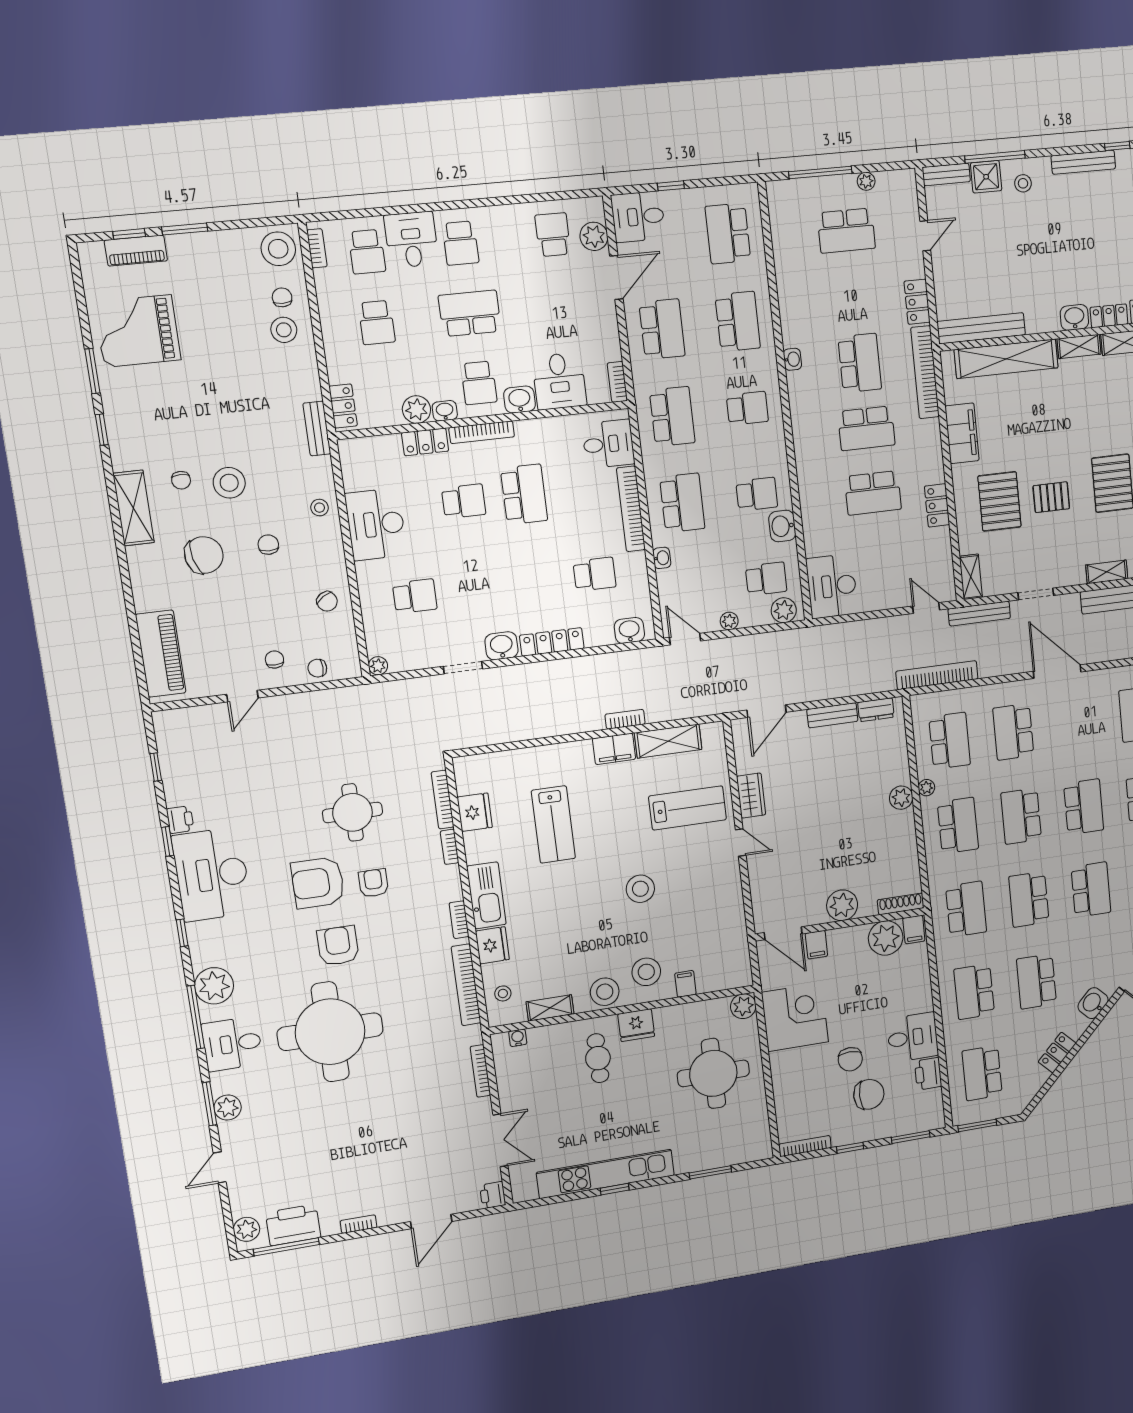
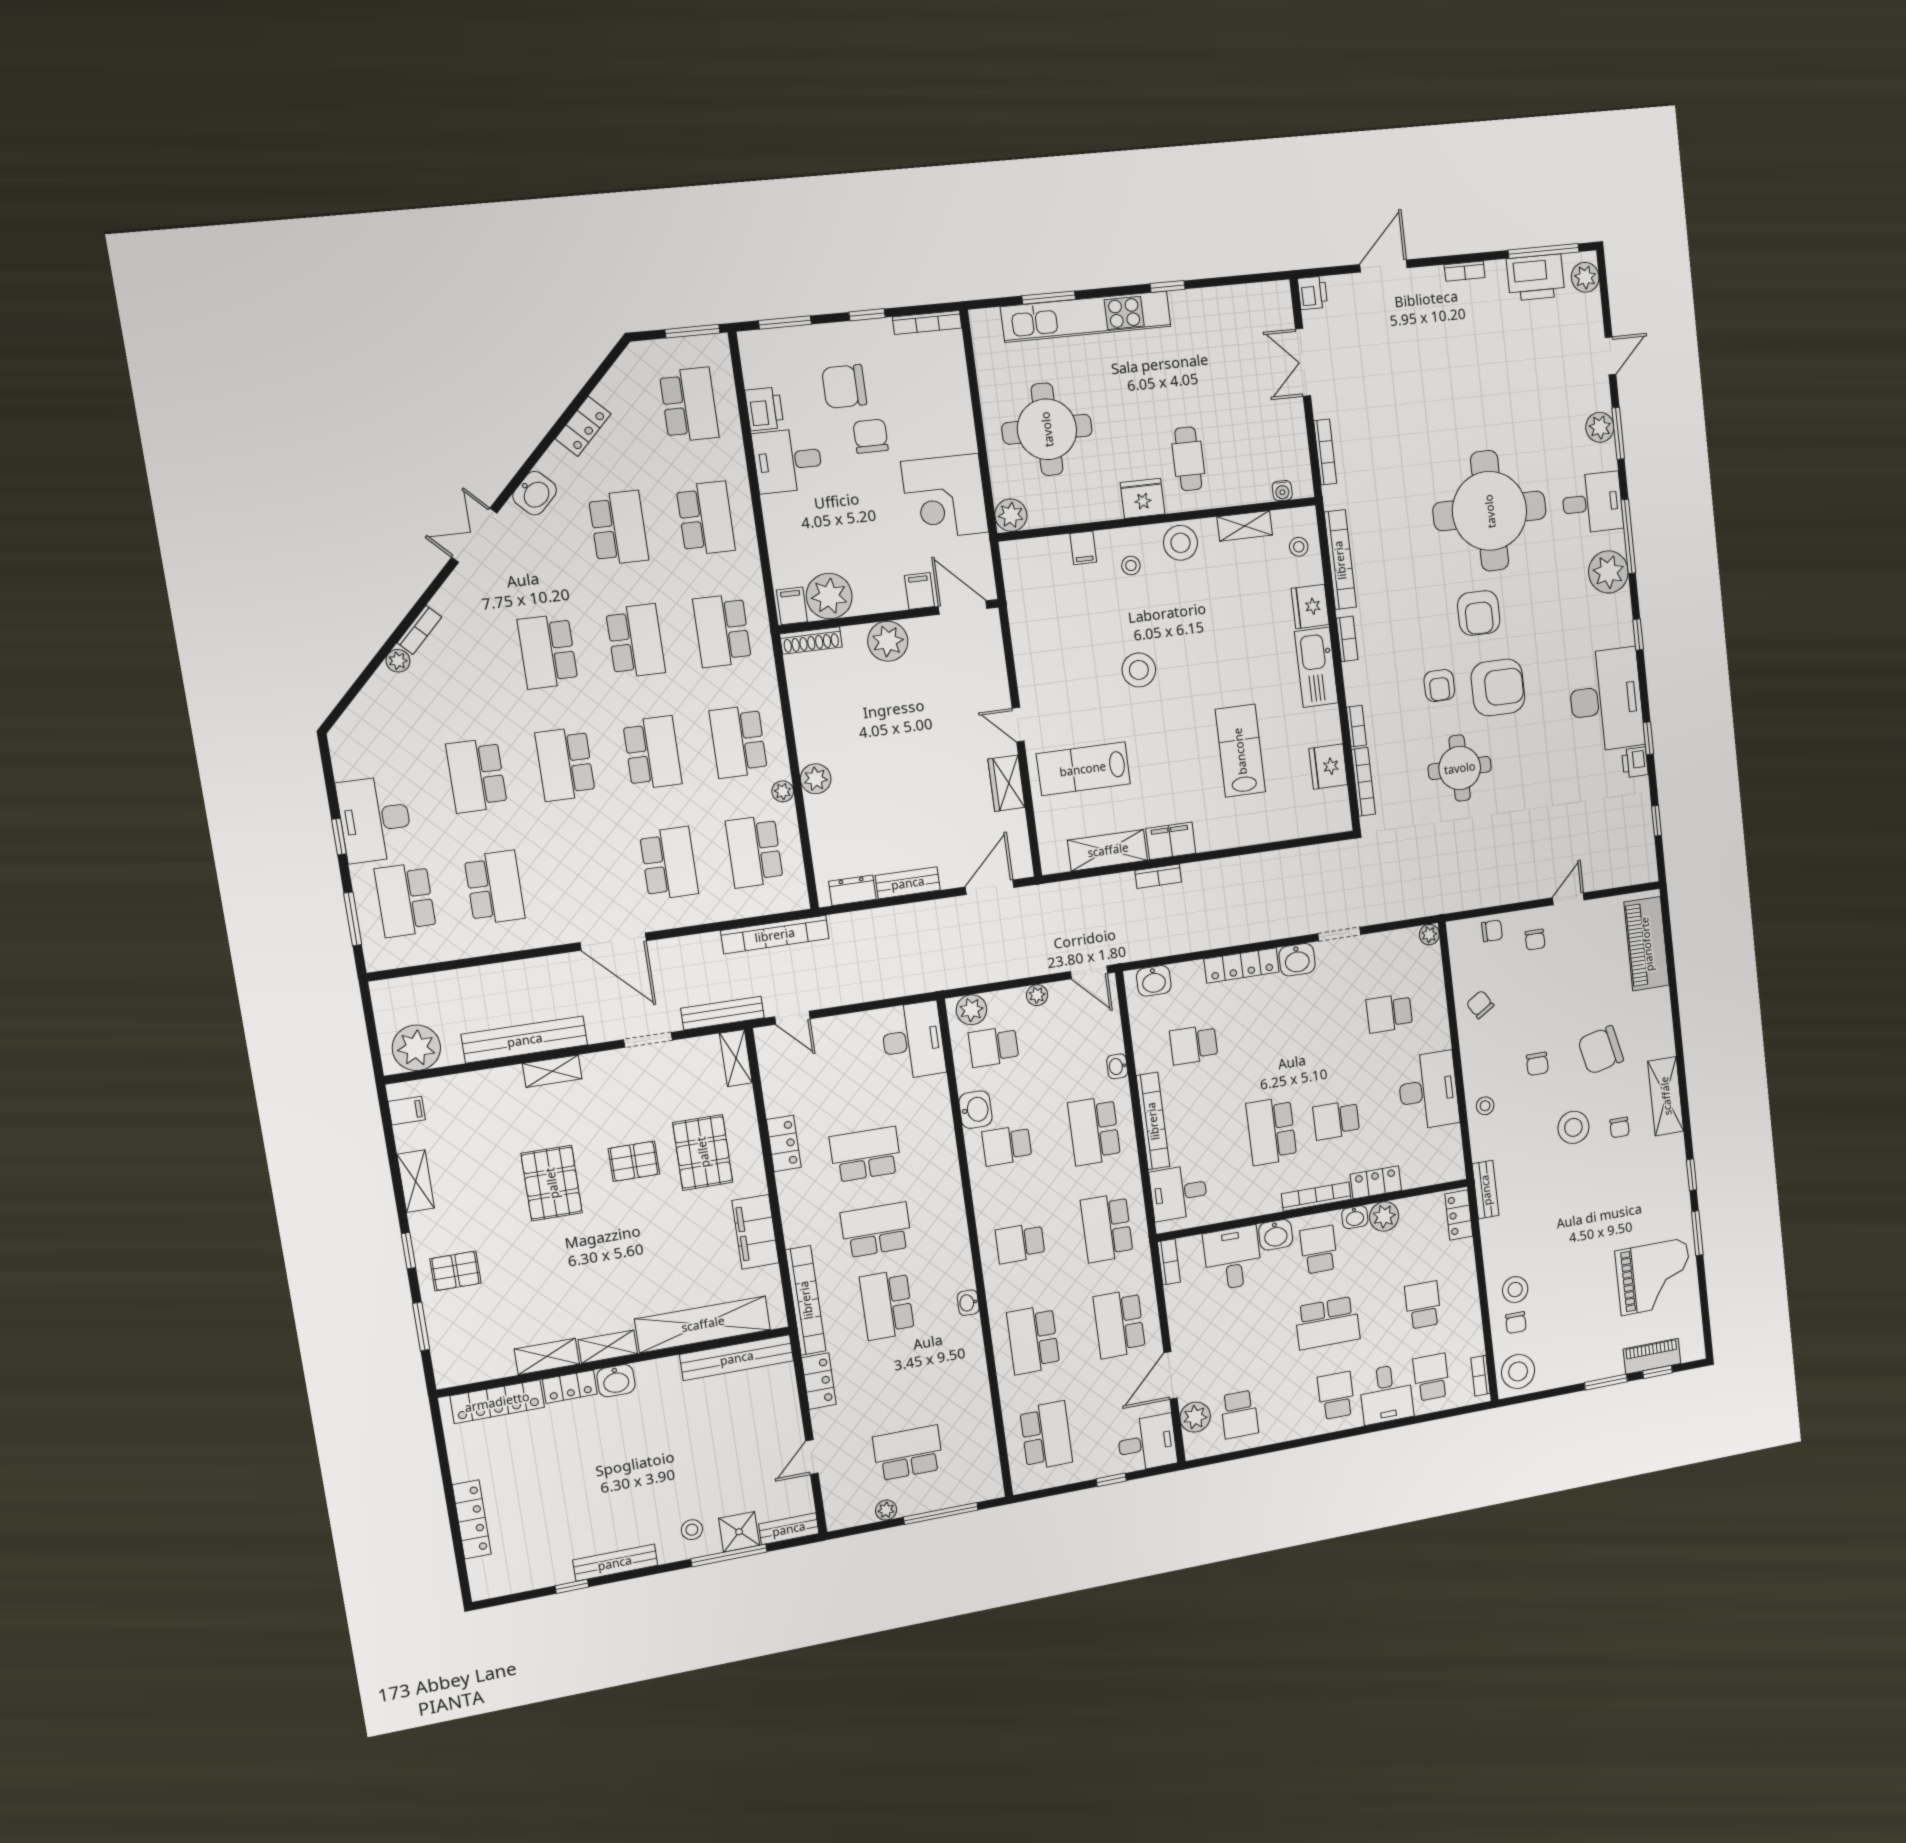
chair: (181, 480) -> (1620, 1127), turned 180
stool: (646, 972) -> (1131, 566), width x0.53, depth x0.53
kitchen unit: (606, 1174) -> (1086, 317), moved

